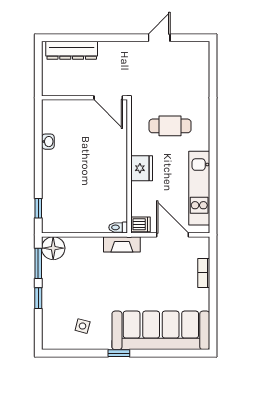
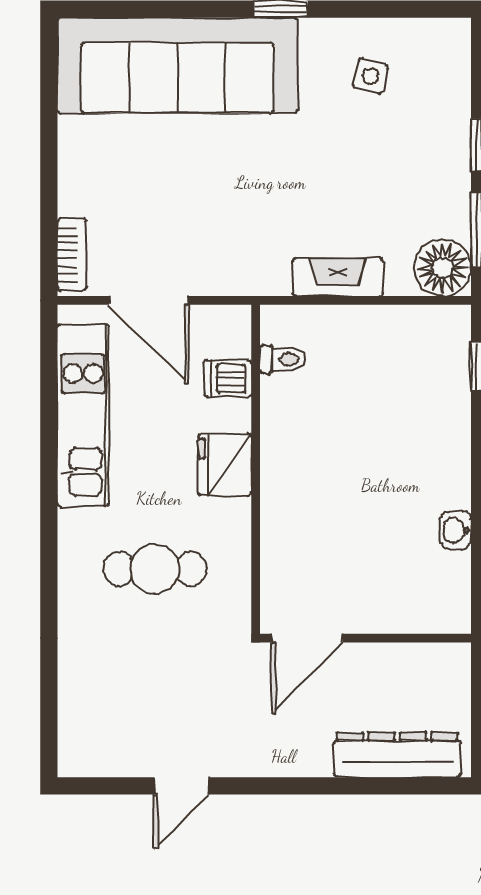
door: (108, 98) -> (307, 638), swing flipped
dishwasher: (140, 224) -> (228, 378), moved
toilet: (118, 227) -> (283, 359), moved
fireplace: (122, 244) -> (338, 277), moved
bookcase: (204, 273) -> (72, 255), moved

